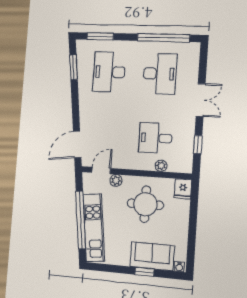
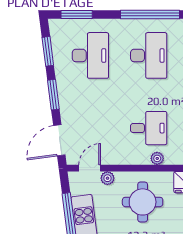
desk: (109, 72) -> (90, 55), turned 180
window: (75, 104) -> (53, 95), added
desk: (155, 138) -> (149, 128), turned 180

